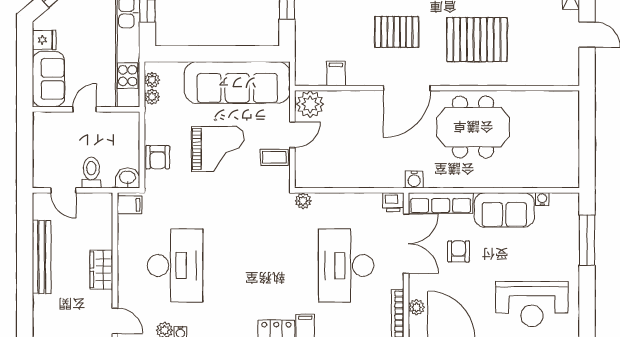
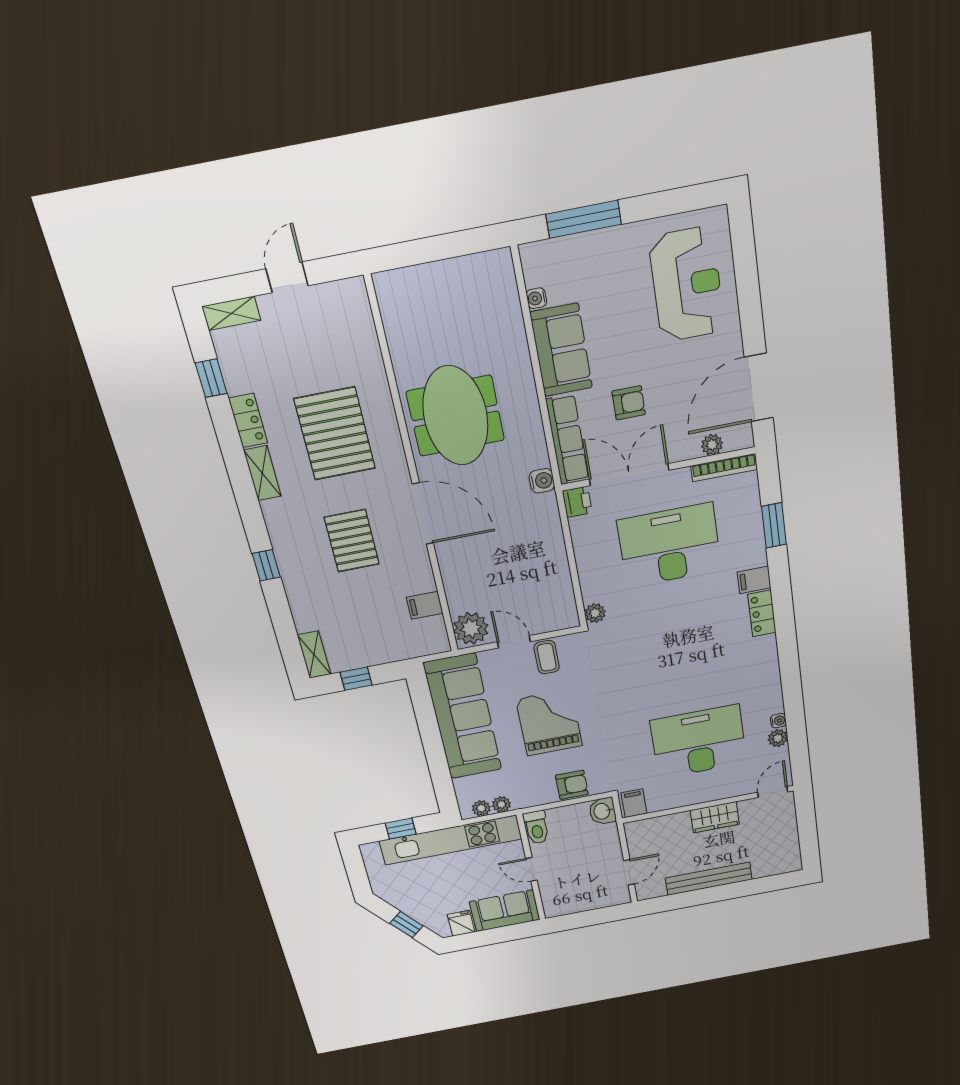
toilet: (91, 173) -> (536, 827), moved, turned -90
armchair: (458, 251) -> (629, 403), turned 180
desk: (346, 266) -> (670, 545), turned 180

